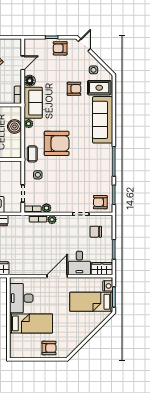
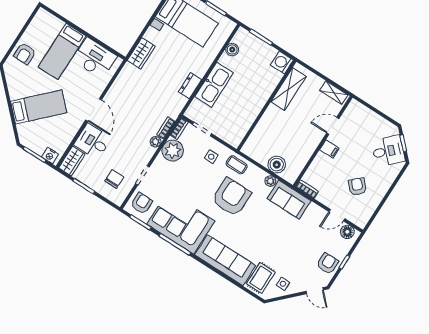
door: (23, 63) -> (337, 215), hinge flipped
floor lamp: (30, 81) -> (347, 232), moved
armchair: (74, 89) -> (276, 251), removed
armchair: (57, 143) -> (231, 197), turned 180
corner sofa: (96, 167) -> (181, 223), added
plant: (46, 208) -> (173, 151), width x1.87, depth x1.87
bed: (91, 302) -> (39, 107), moved, turned 45

